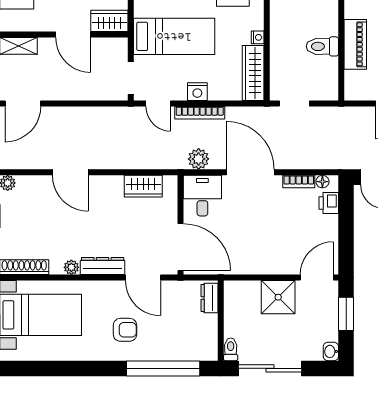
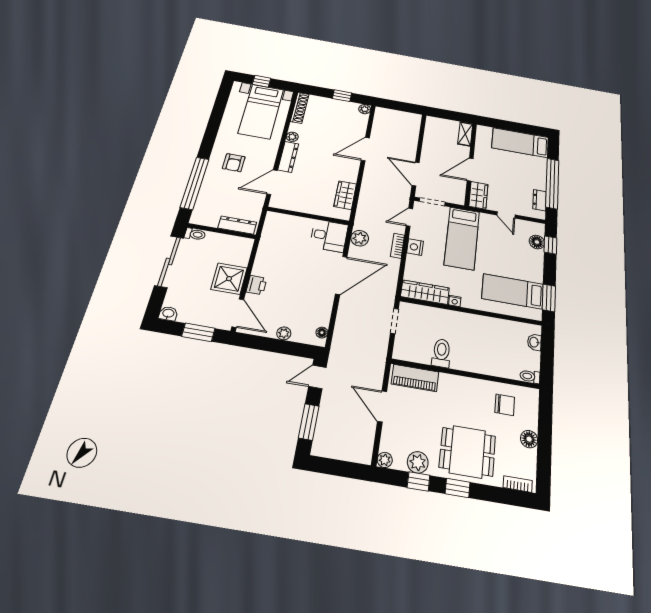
piano: (355, 44) -> (415, 378), moved
door: (23, 103) -> (416, 174), moved
bookcase: (200, 113) -> (398, 246), width x0.64
bookcase: (299, 182) -> (326, 313), removed
printer: (329, 203) -> (256, 285), moved, turned 90
plant: (331, 223) -> (284, 333), added
door: (181, 247) -> (290, 213), removed
dresser: (210, 298) -> (237, 225), width x1.44

